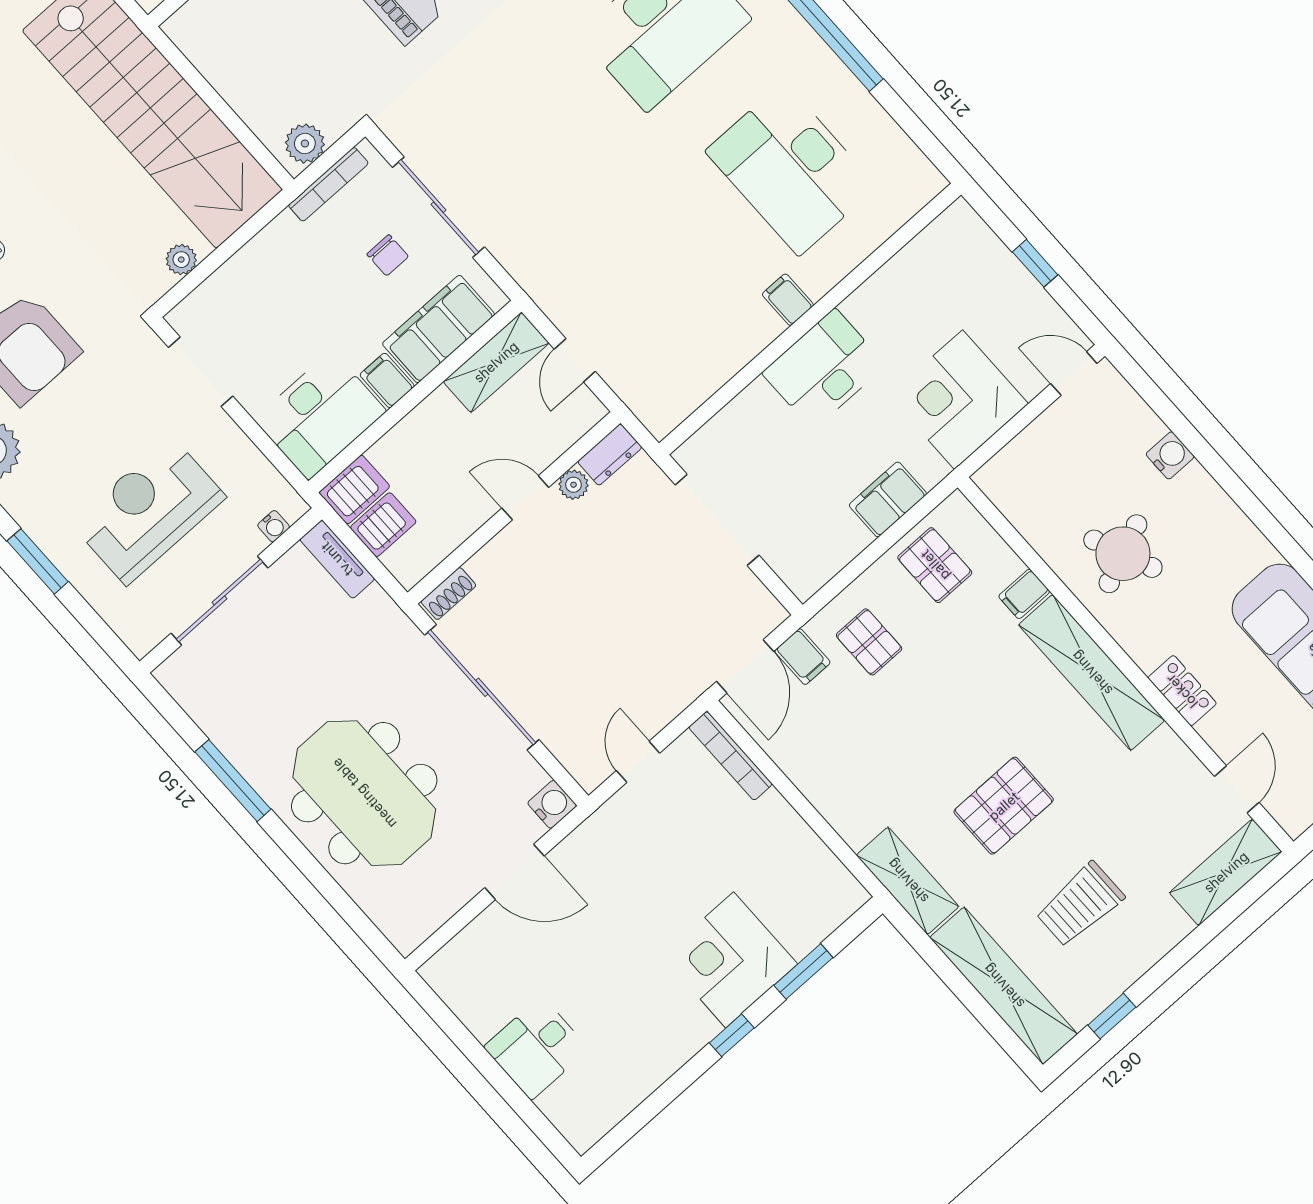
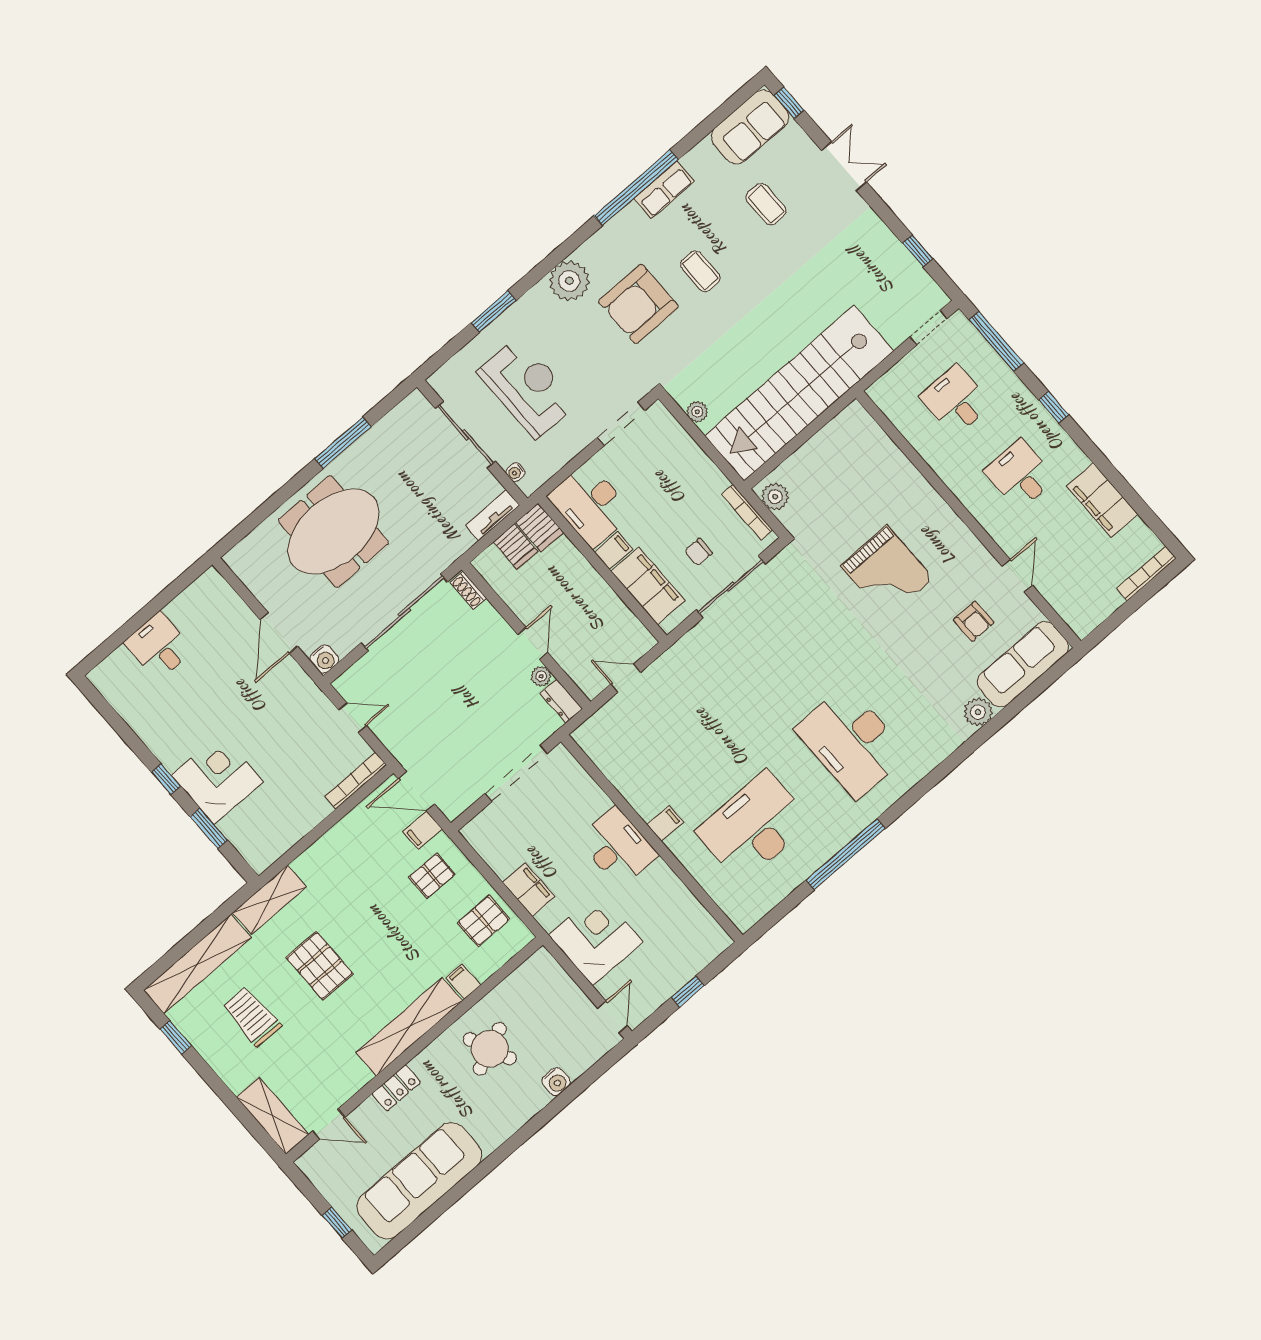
shelving: (496, 362) -> (625, 625), removed

